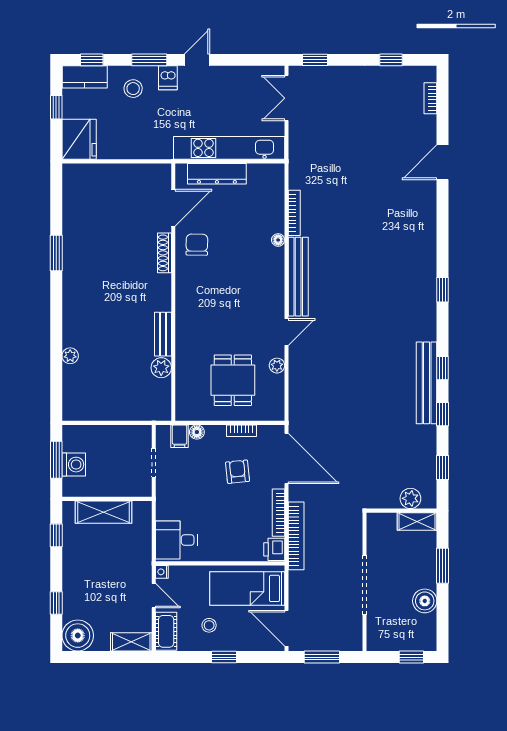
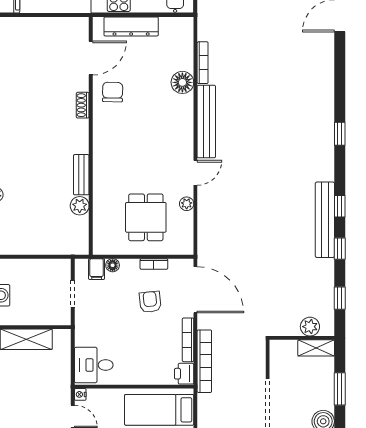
floor lamp: (278, 240) -> (182, 82), width x1.89, depth x1.89
shoe rack: (165, 253) -> (83, 105), width x0.70

